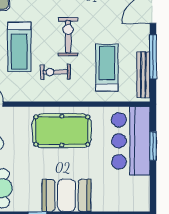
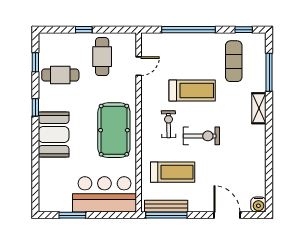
treadmill: (19, 47) -> (192, 91), turned 180
window: (153, 57) -> (166, 215), moved
window: (153, 146) -> (72, 215), moved

